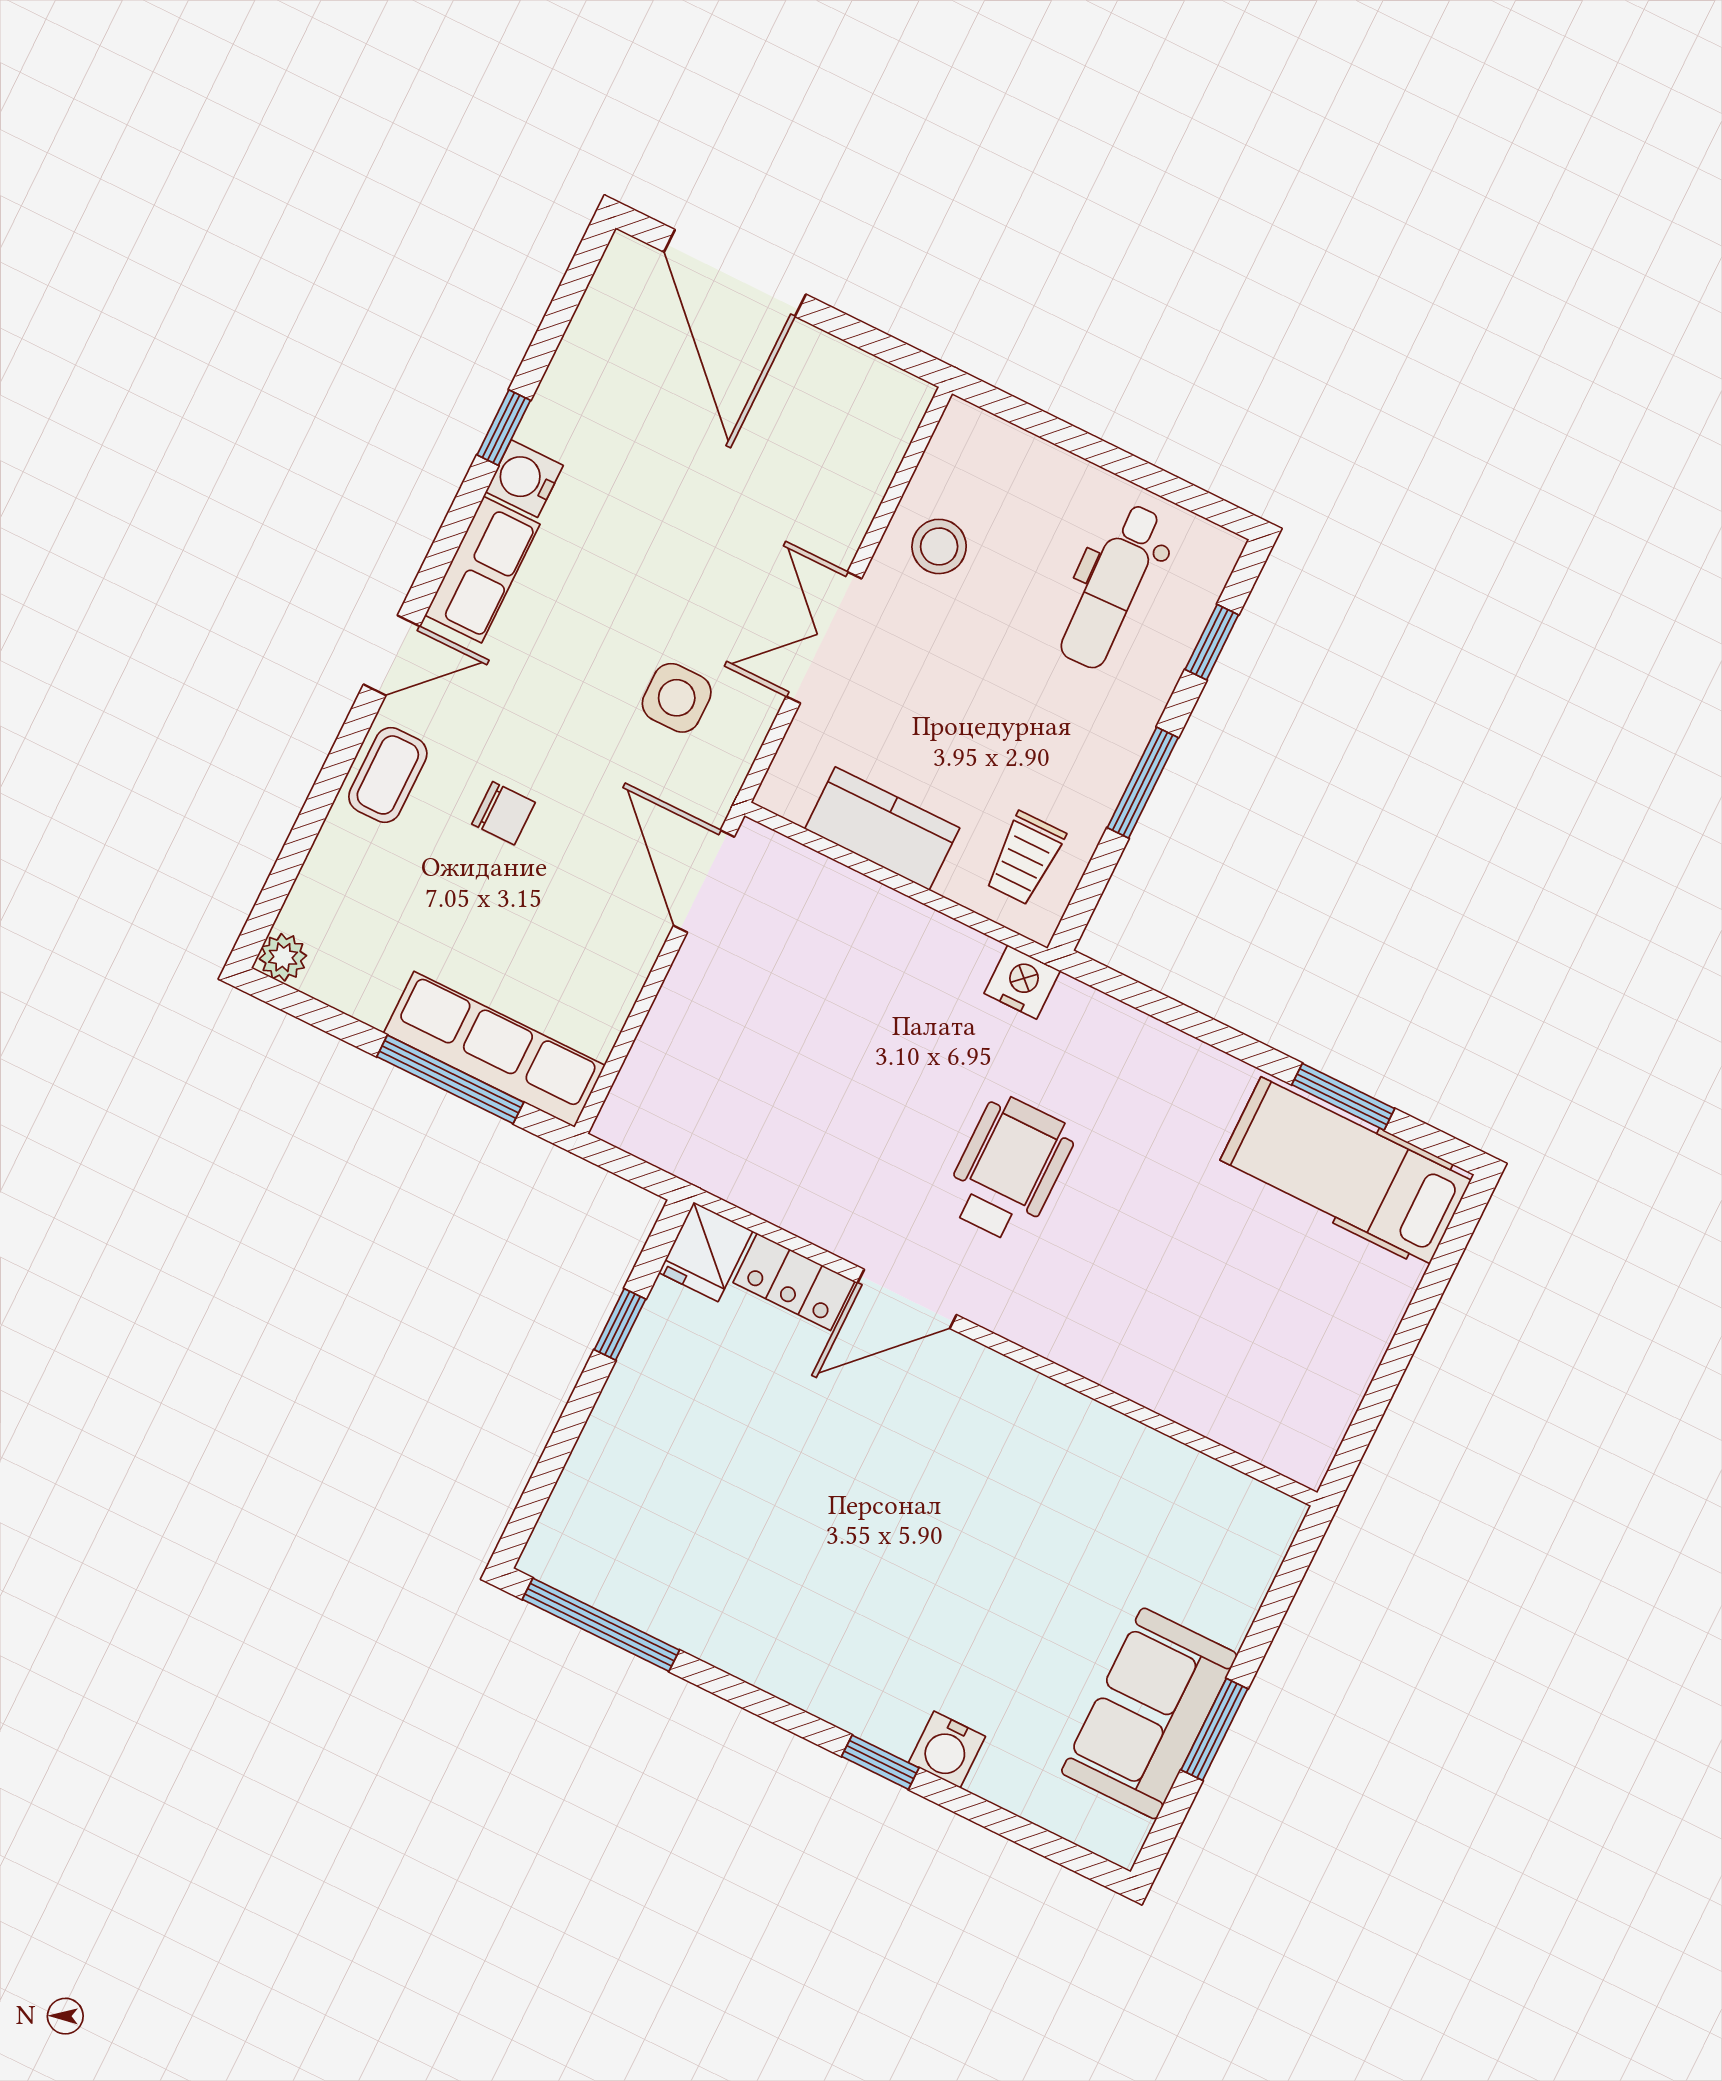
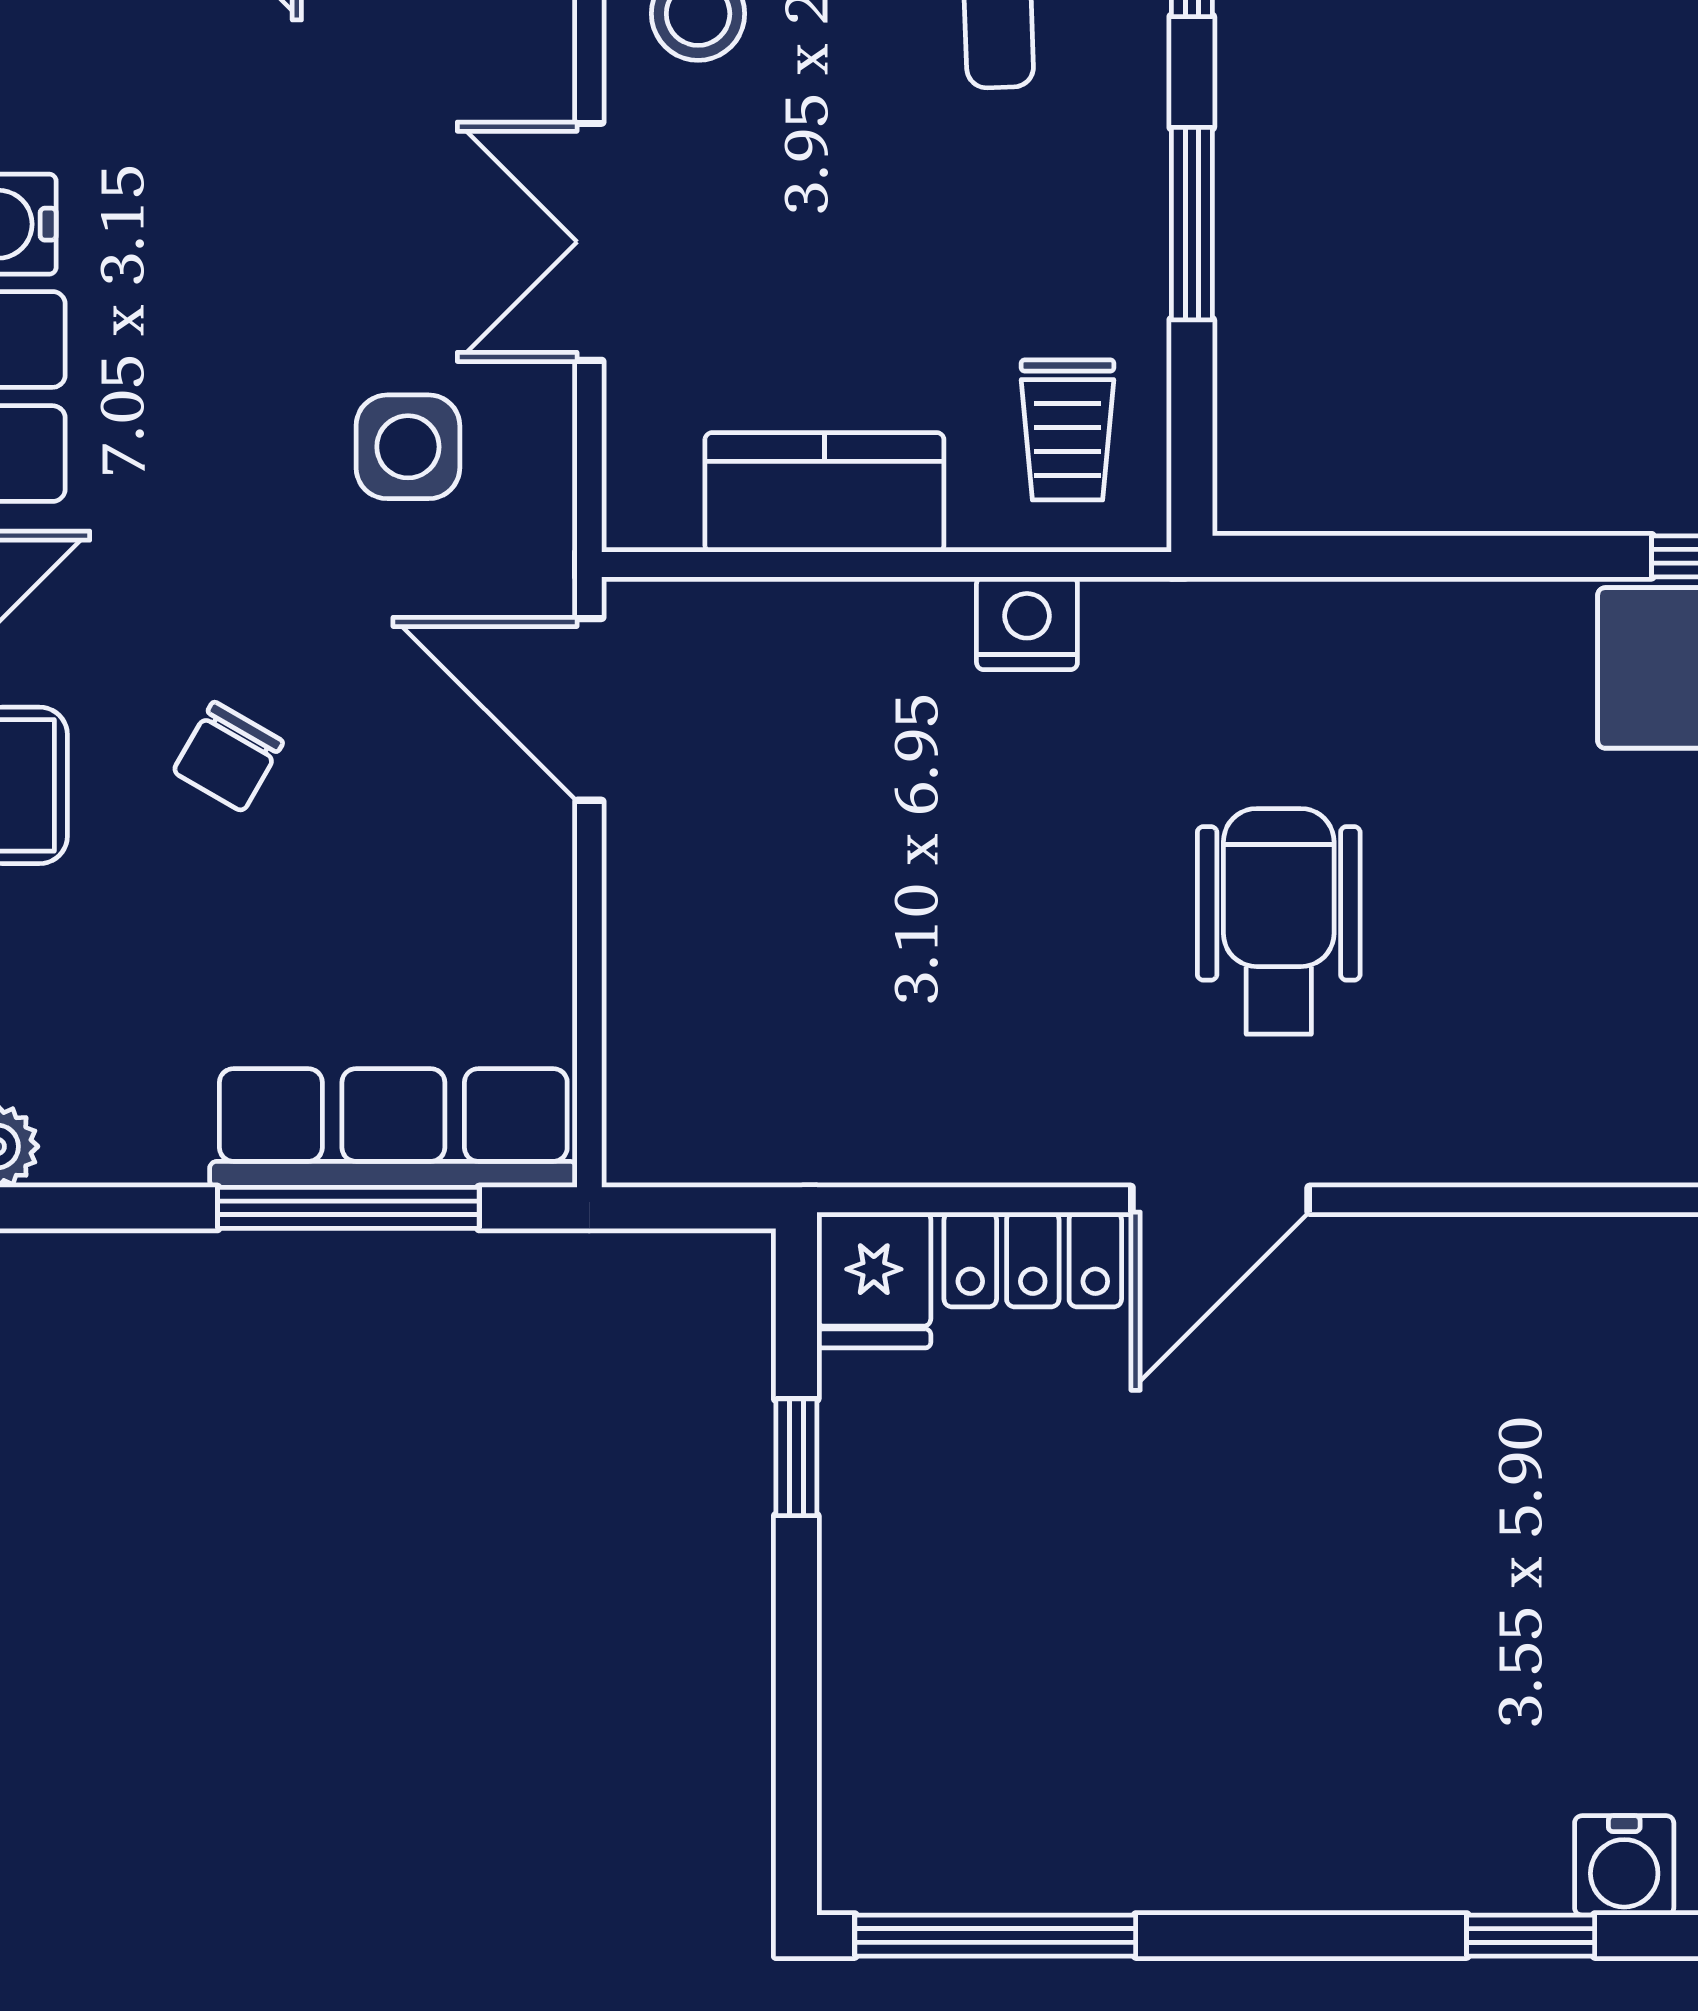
chair: (503, 813) -> (228, 757), turned 120
nightstand: (1022, 982) -> (1027, 623), moved

